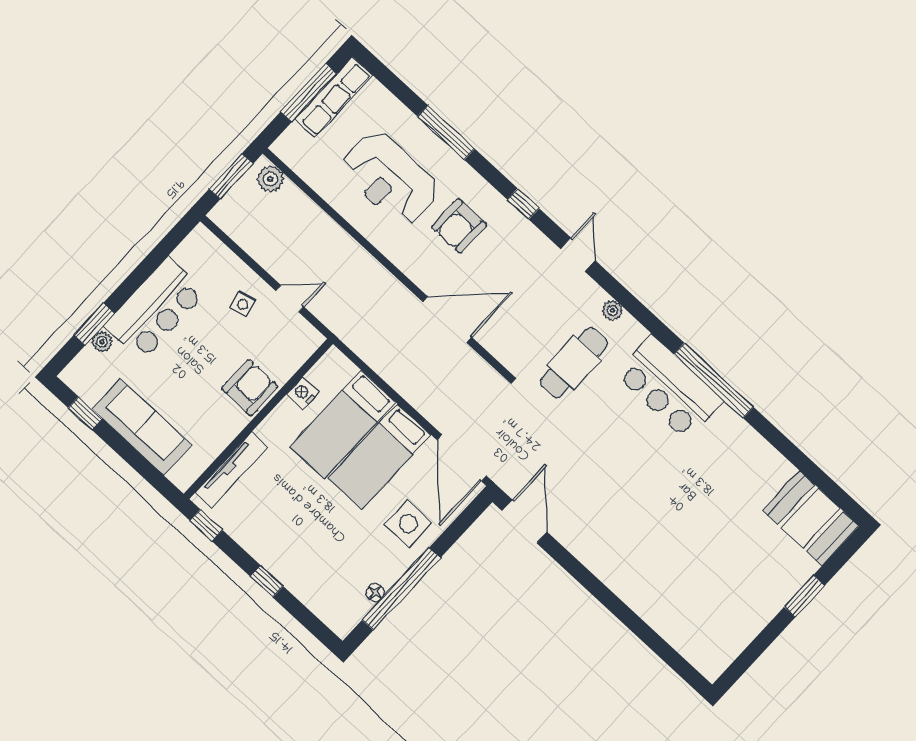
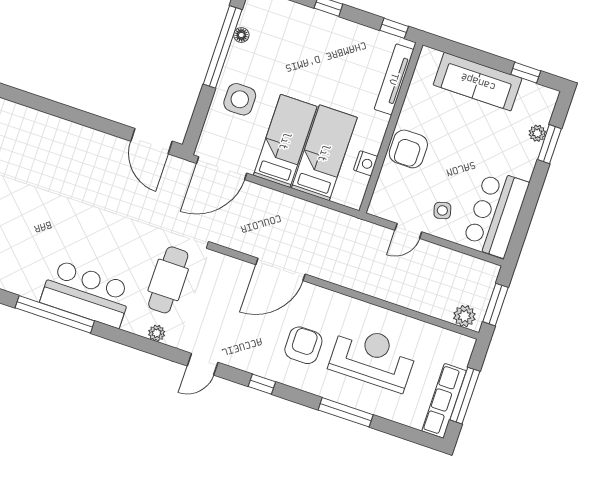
door: (578, 255) -> (203, 364), hinge flipped
bar counter: (155, 309) -> (496, 214), moved
door: (462, 458) -> (222, 168), swing flipped

